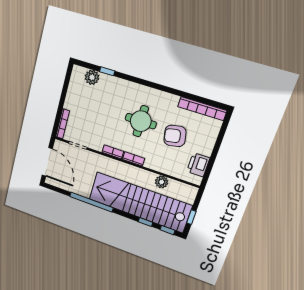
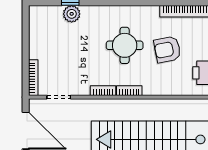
plant: (92, 77) -> (72, 14), moved
plant: (162, 182) -> (169, 106), removed

